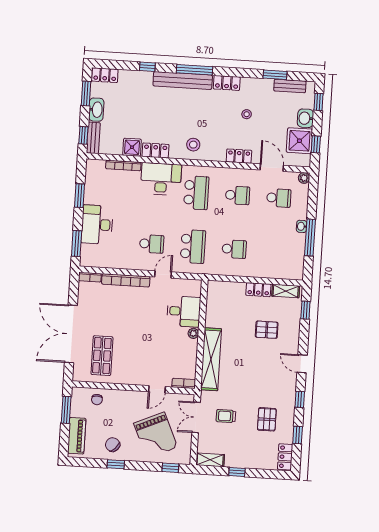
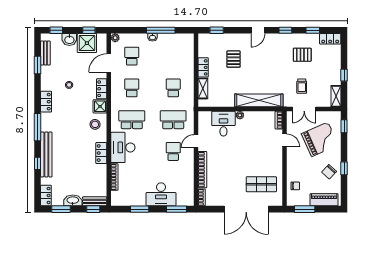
bench: (183, 80) -> (46, 154), moved
shower: (132, 147) -> (100, 106), moved
door: (163, 274) -> (196, 141), hinge flipped
shelving: (286, 291) -> (203, 88), moved

